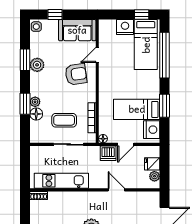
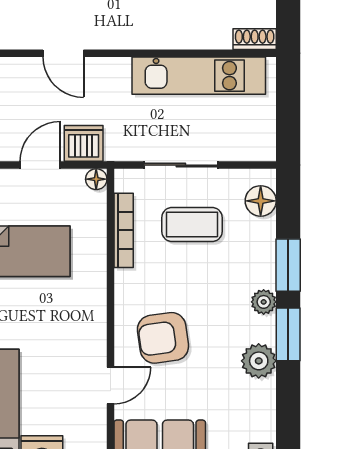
window: (25, 60) -> (288, 334), moved
plant: (35, 102) -> (264, 302), moved
floor lamp: (36, 114) -> (261, 201), moved

